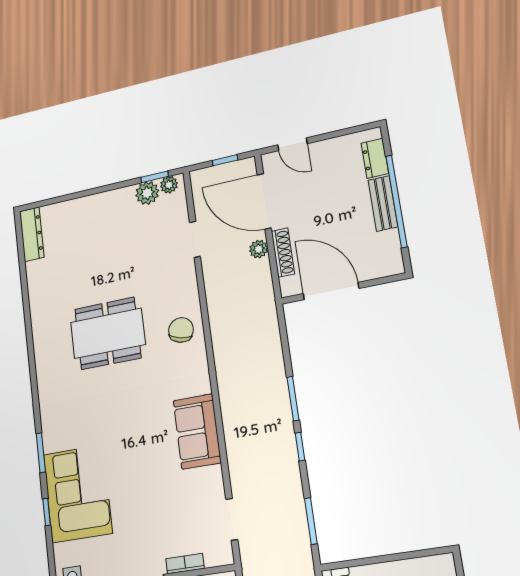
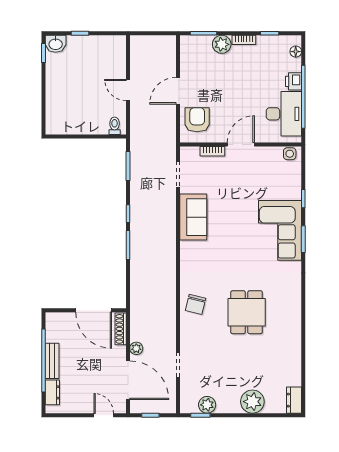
plant: (169, 185) -> (252, 402), moved, width x1.88, depth x1.88
dresser: (32, 234) -> (294, 400), width x0.70
shoe rack: (283, 253) -> (121, 329), moved
dining table: (108, 333) -> (247, 312), width x0.73
sofa: (197, 431) -> (193, 217), moved
corner sofa: (78, 494) -> (280, 230), moved

